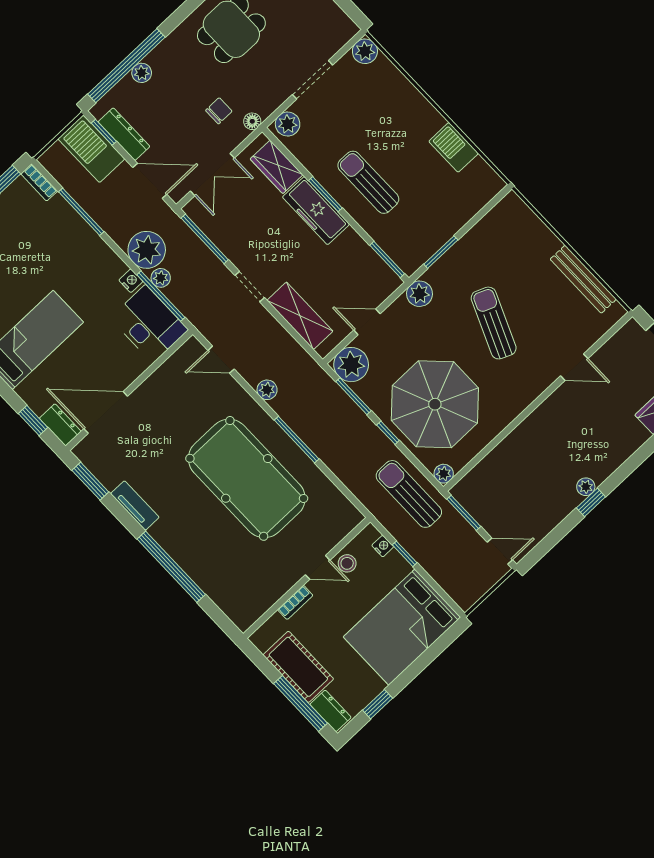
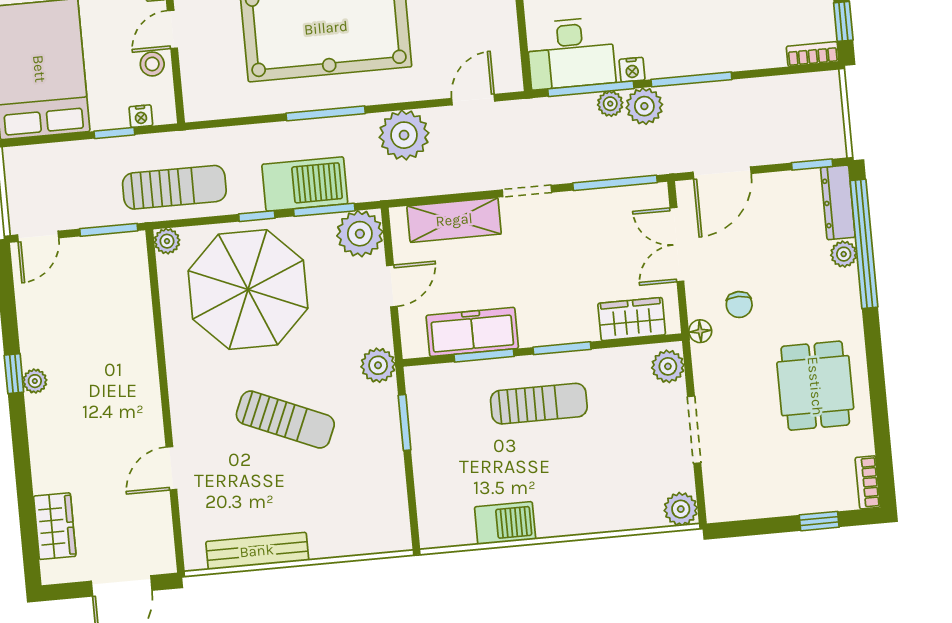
dresser: (124, 134) -> (838, 202), moved, turned 90
barbecue: (91, 149) -> (305, 184), moved
freezer: (316, 211) -> (472, 332), moved
window: (81, 212) -> (691, 79), moved
plant: (147, 250) -> (644, 106), width x0.73, depth x0.73
window: (387, 259) -> (484, 355), moved
plant: (267, 390) -> (404, 135), width x1.87, depth x1.87

